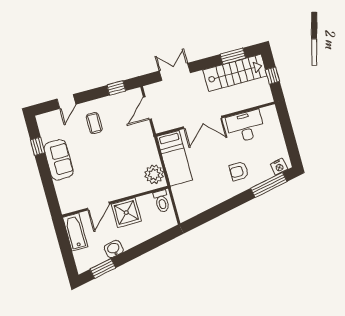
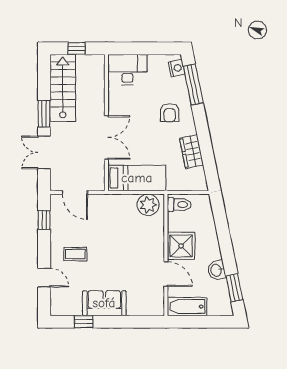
window: (233, 56) -> (44, 114), moved
desk: (245, 126) -> (127, 70), moved, turned 90
wardrobe: (210, 199) -> (191, 152), added

